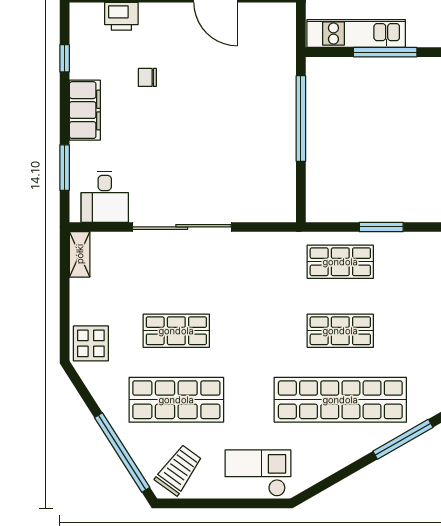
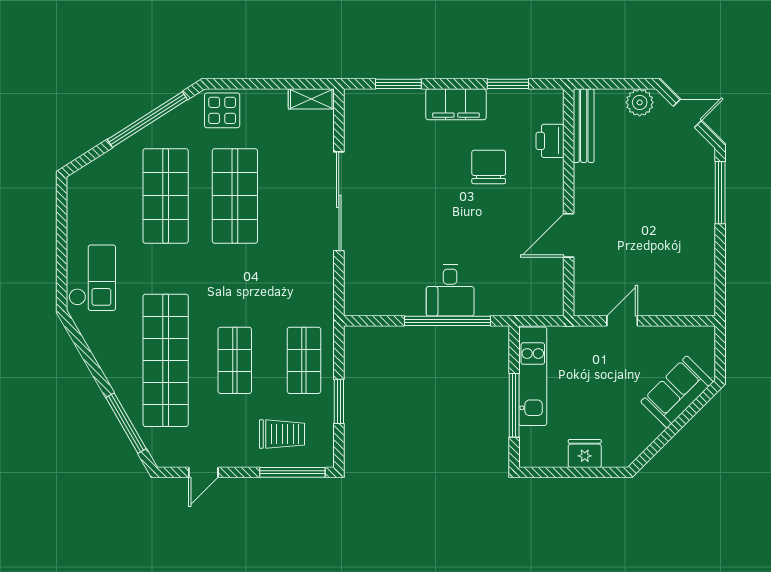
window: (65, 58) -> (508, 84), width x1.50
chair: (147, 77) -> (489, 167), width x1.87, depth x1.87
desk: (105, 197) -> (450, 291), moved, turned -90
shop shelf: (176, 331) -> (235, 196), width x1.43, depth x1.36
window: (122, 453) -> (147, 120), moved
trolley: (179, 470) -> (282, 434), moved, turned -36

